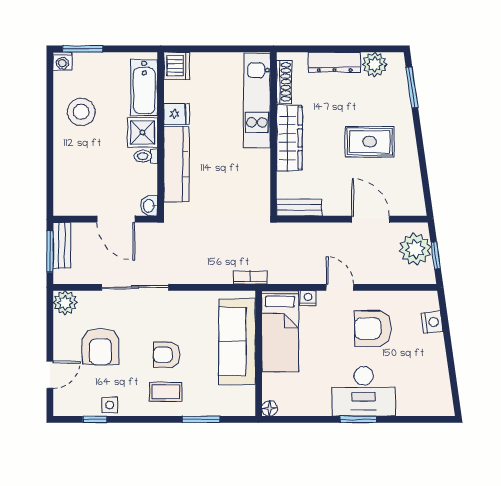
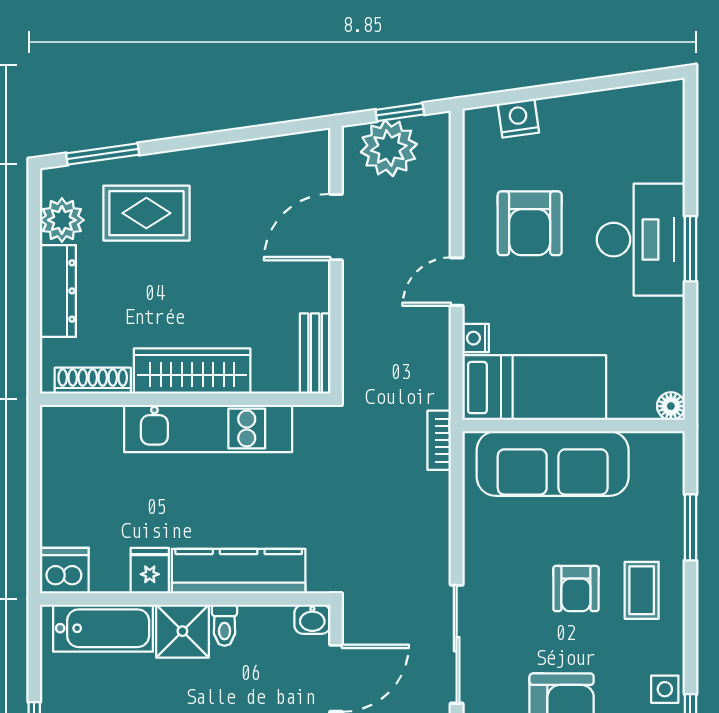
kitchen unit: (257, 101) -> (208, 428), moved
rug: (370, 142) -> (146, 213), moved, turned 90

